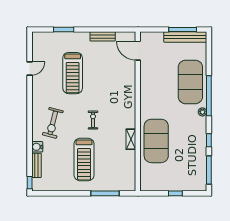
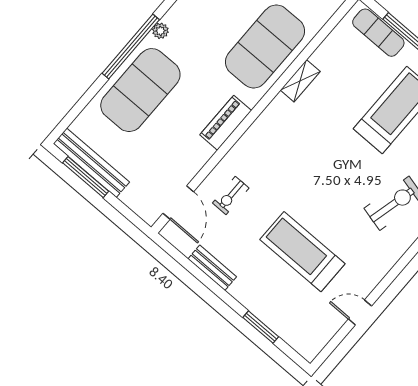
treadmill: (73, 73) -> (302, 252), turned -90
piano: (146, 98) -> (226, 123), added
exercise bike: (93, 120) -> (231, 196), moved
exercise mat: (116, 184) -> (378, 33), added

